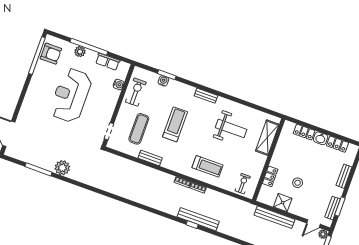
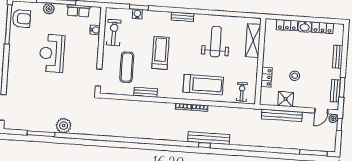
reception desk: (71, 95) -> (52, 53), width x0.74, depth x0.77
weight bench: (231, 128) -> (216, 42), turned -90
treadmill: (207, 166) -> (203, 85), width x1.37, depth x1.38

